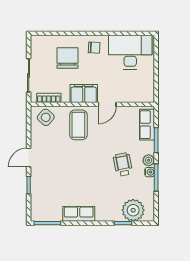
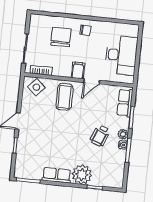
desk: (130, 52) -> (121, 55), moved, turned 90
filing cabinet: (84, 94) -> (78, 70), width x0.50
wheelchair: (123, 164) -> (100, 136), turned -147
plant: (133, 210) -> (82, 175), moved

